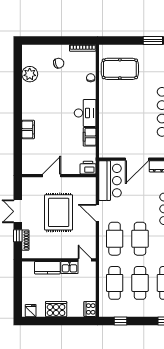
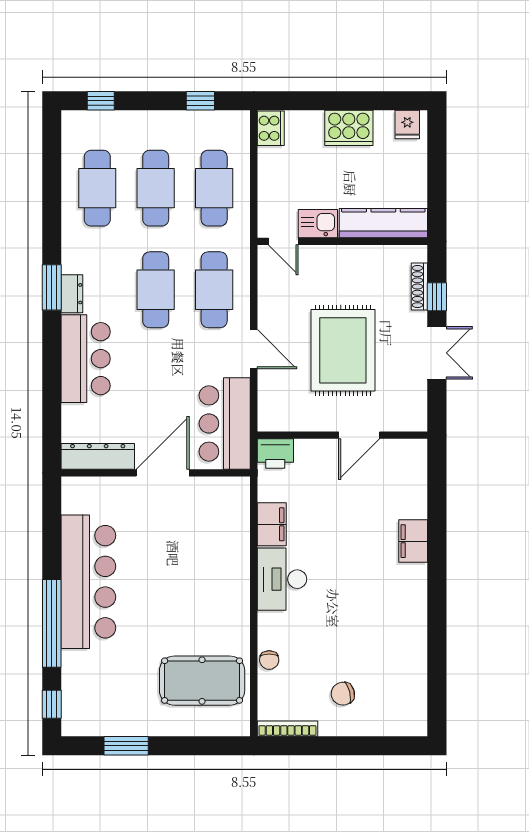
plant: (30, 74) -> (409, 668), removed
kitchen counter: (47, 268) -> (383, 223), width x1.50

